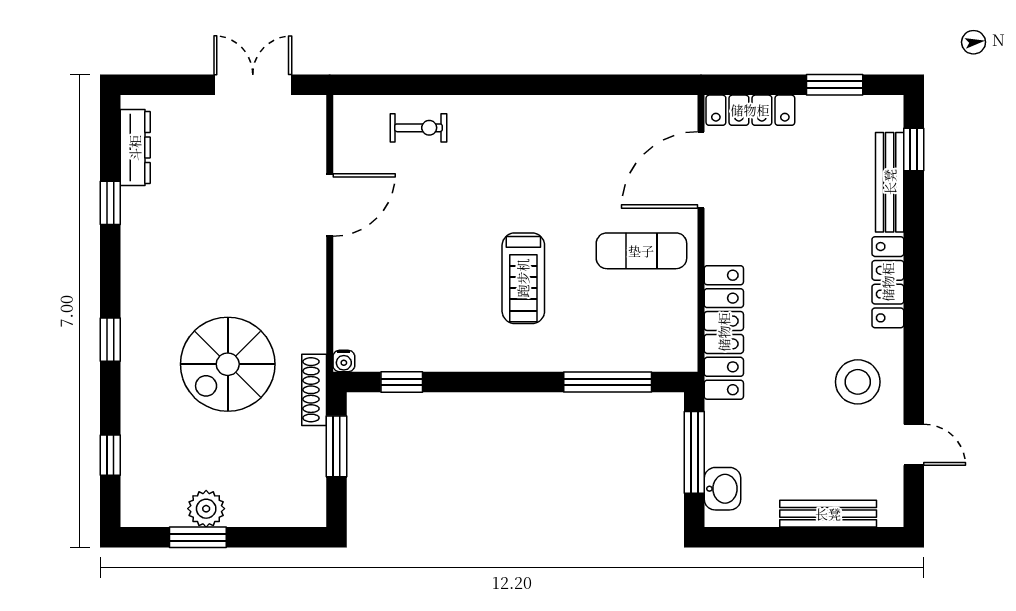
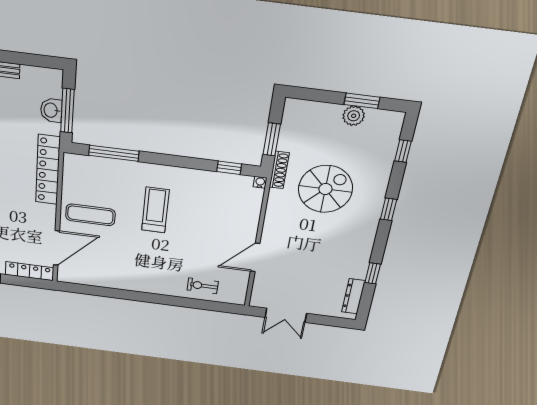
washbasin: (722, 489) -> (51, 110), moved

